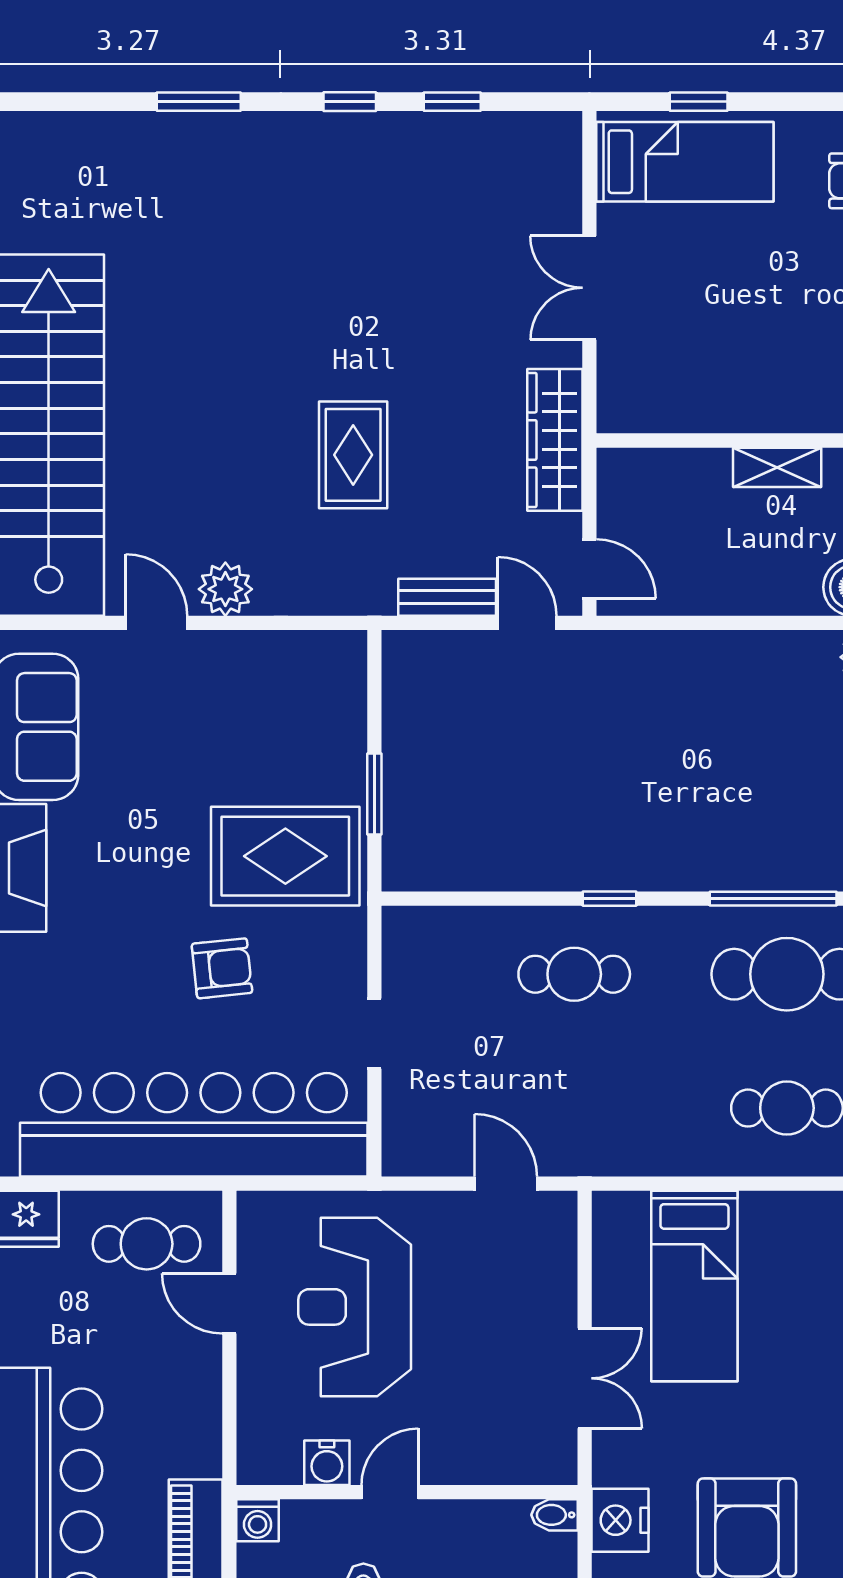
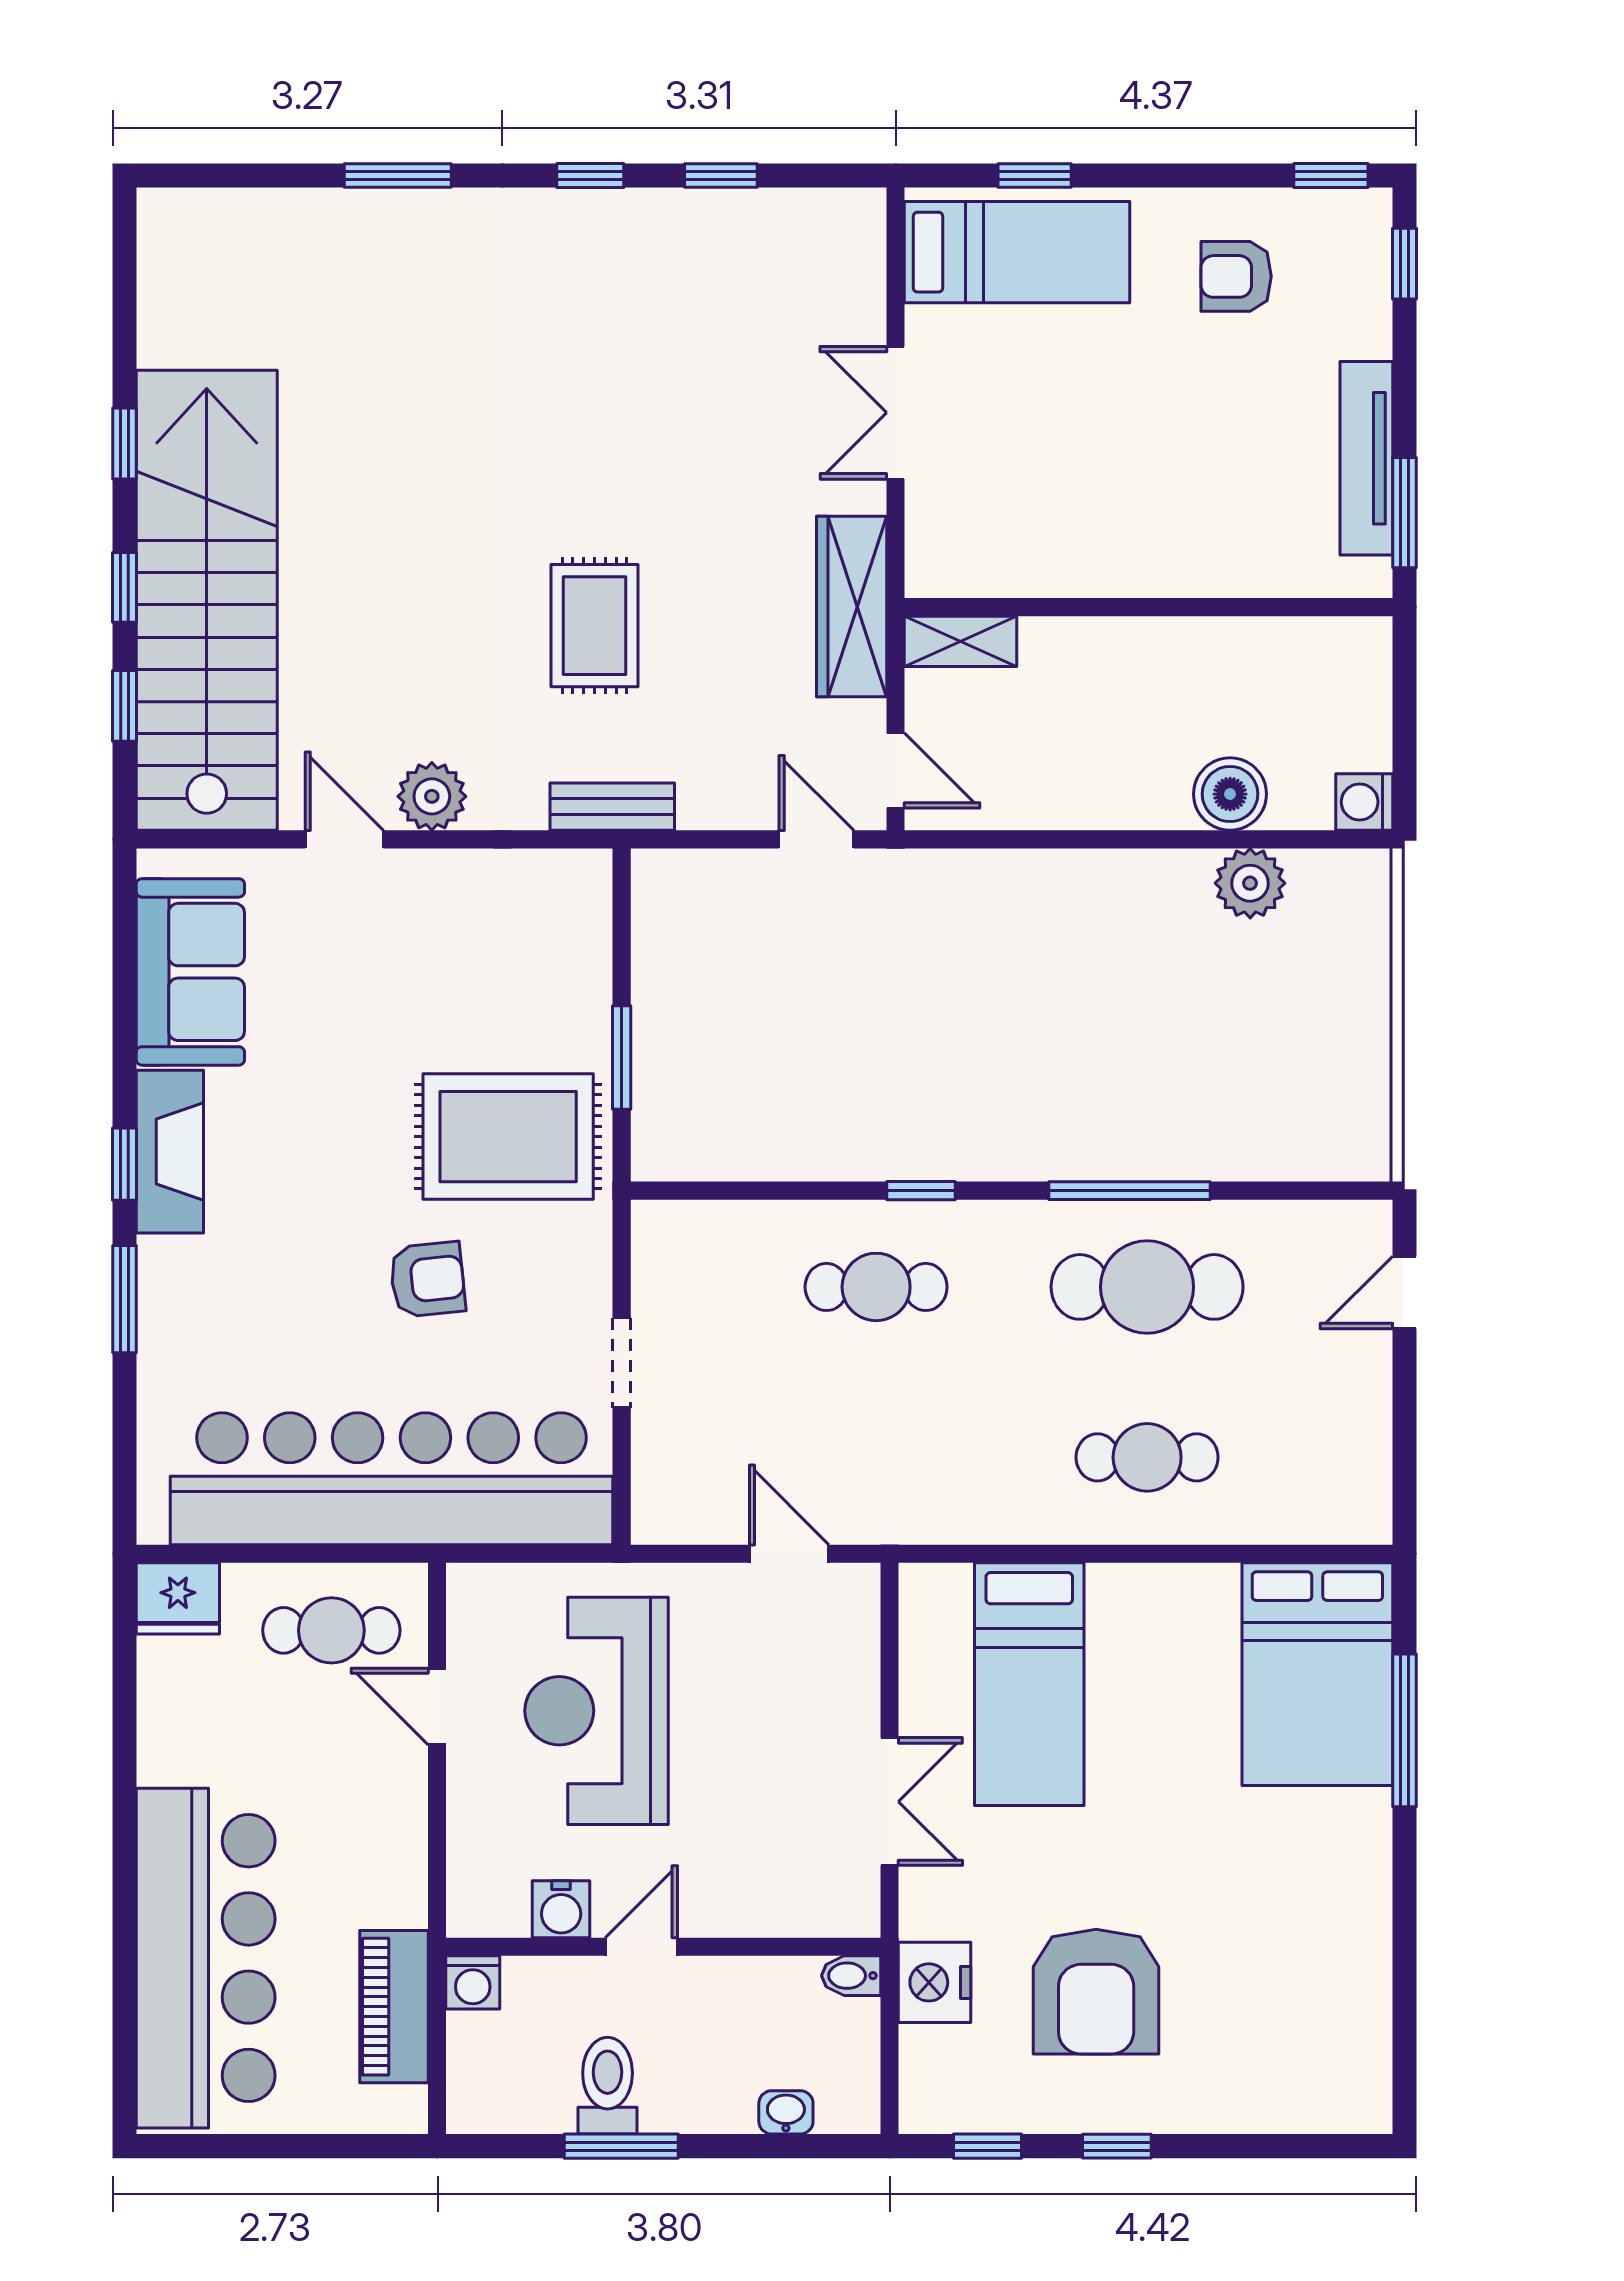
shelving: (777, 467) -> (960, 641), moved
bench: (447, 597) -> (612, 807), moved

